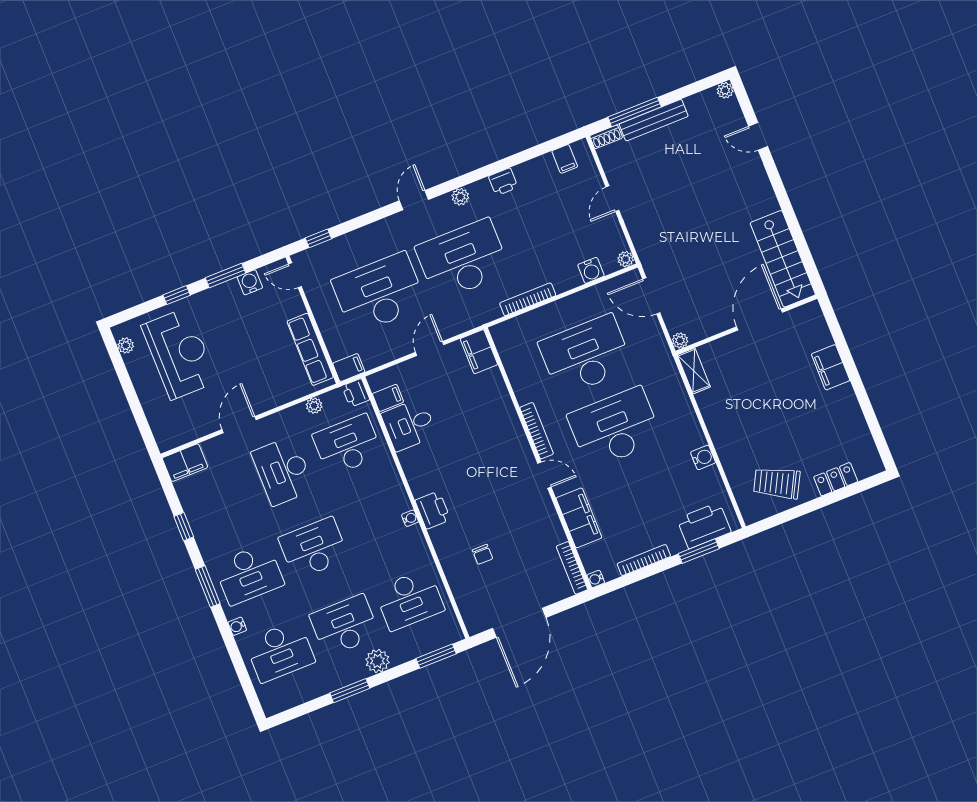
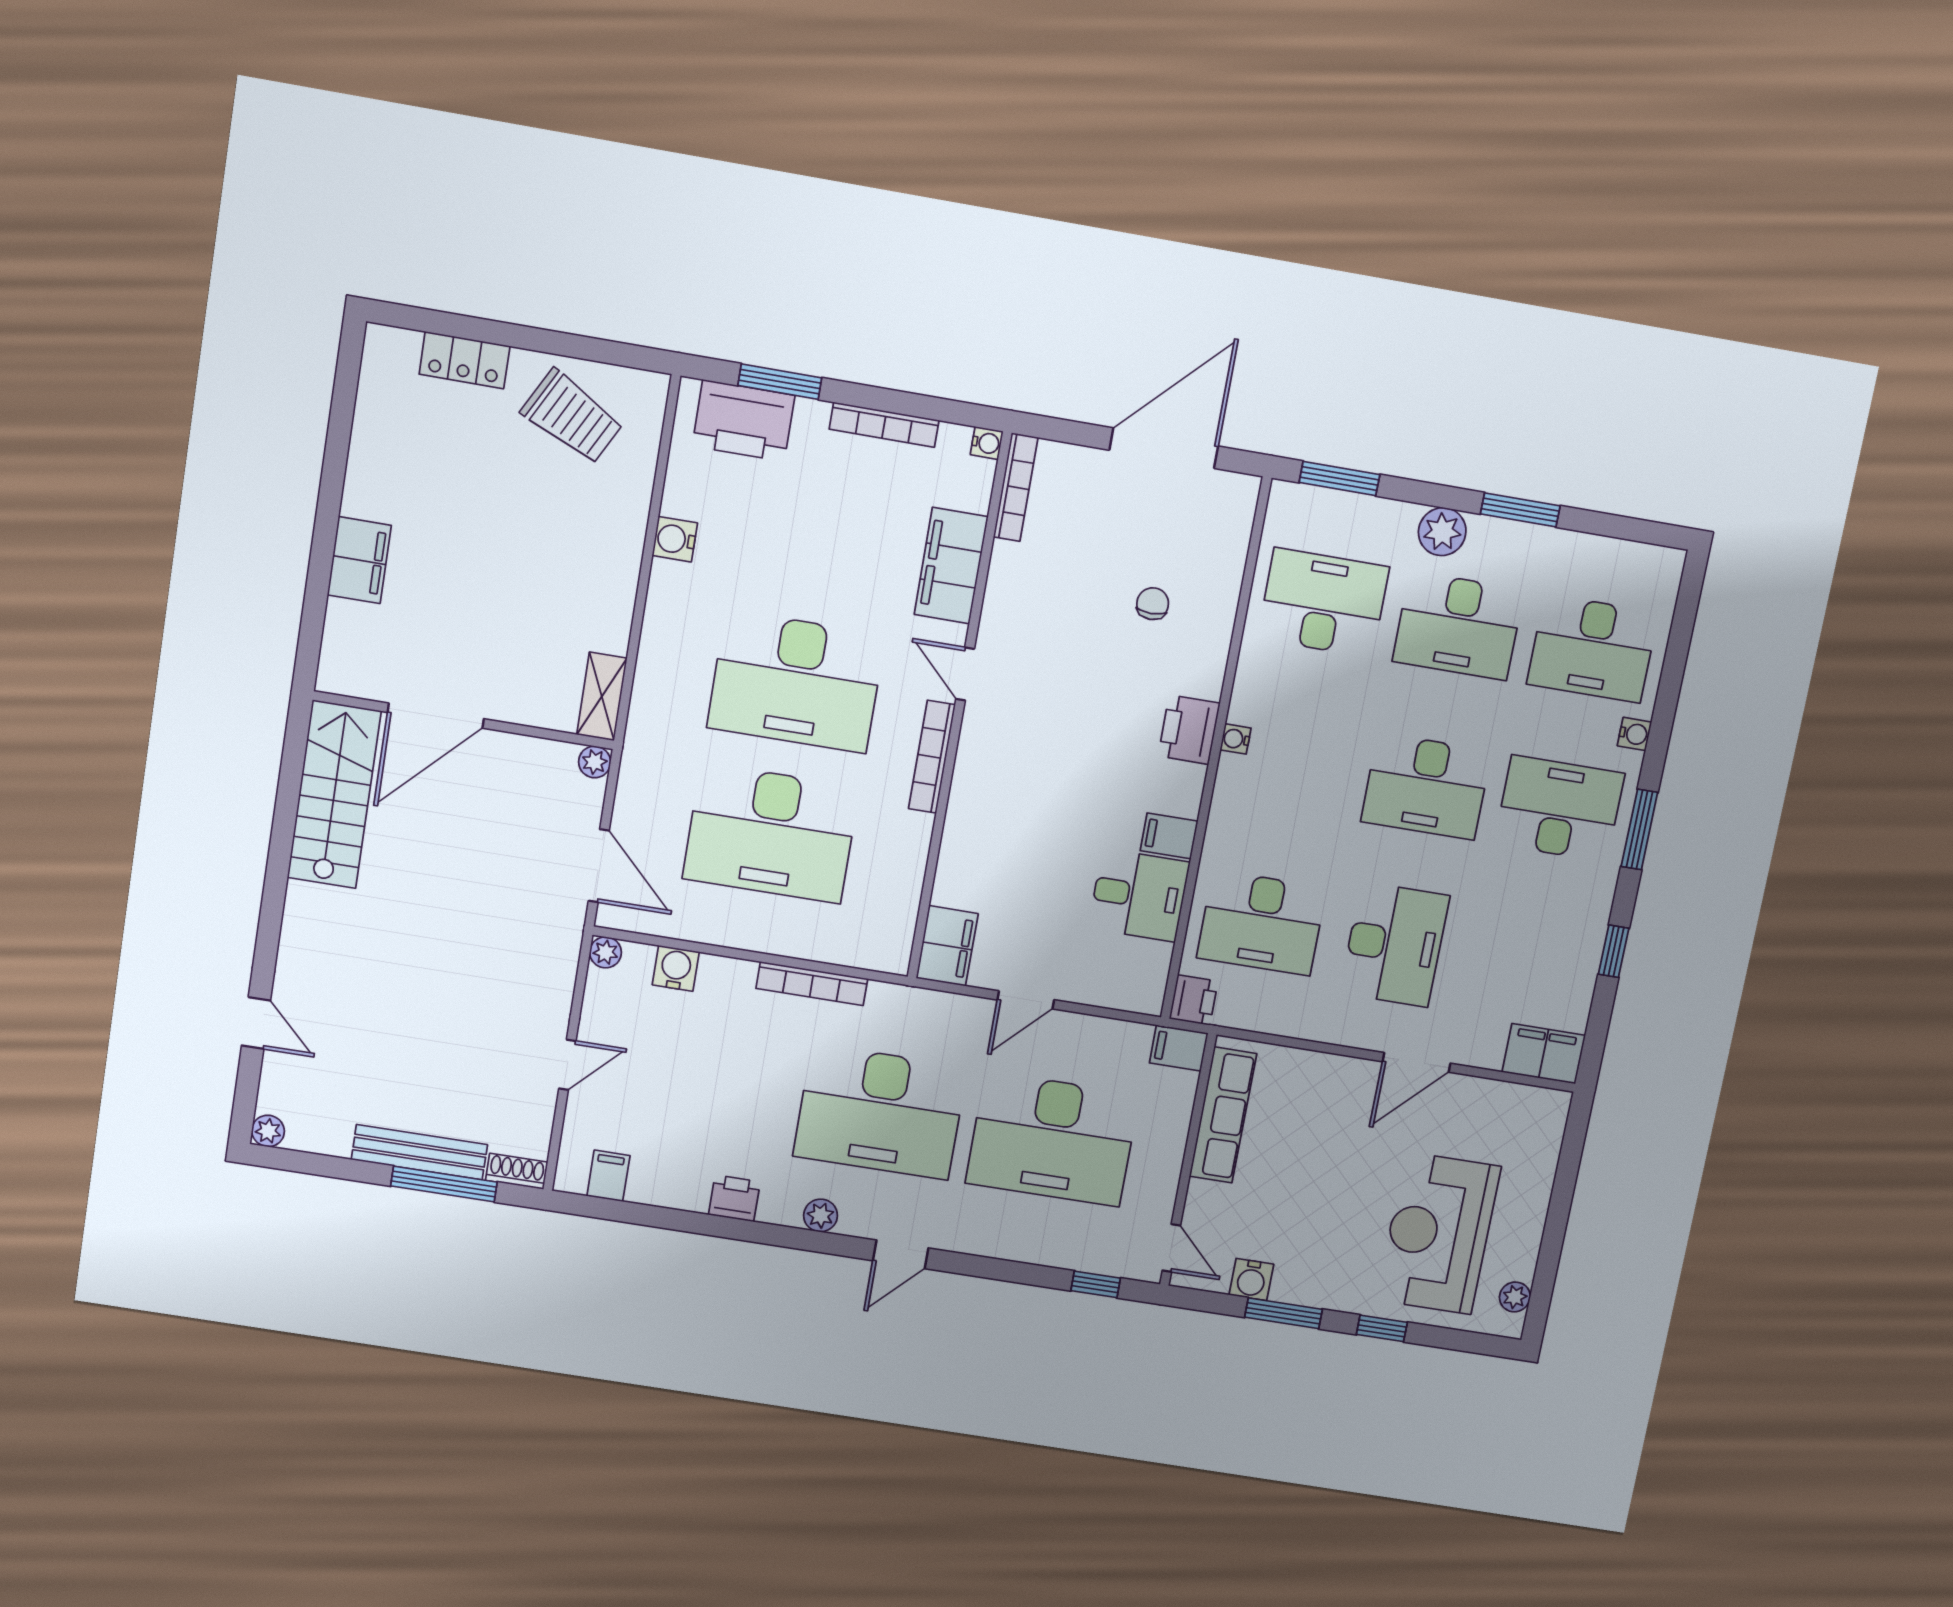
filing cabinet: (388, 398) -> (1169, 836), moved
plant: (314, 406) -> (1275, 1020), removed
desk: (280, 651) -> (1592, 649), turned 180

